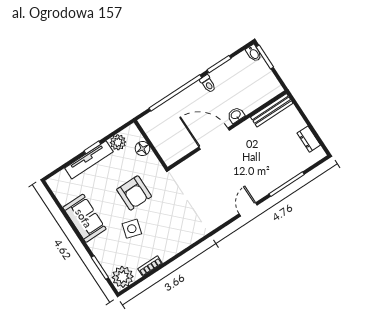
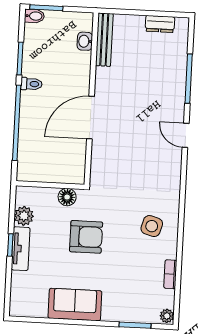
washbasin: (236, 115) -> (85, 41), moved
floor lamp: (142, 149) -> (67, 197), moved
tv unit: (89, 160) -> (21, 249), width x0.71
side table: (132, 229) -> (152, 226), moved
plant: (123, 277) -> (167, 316), width x0.53, depth x0.53

